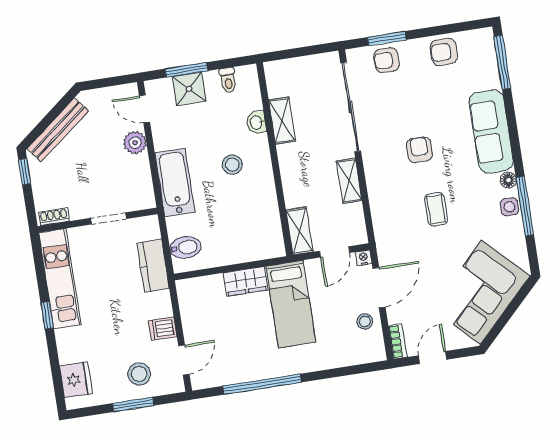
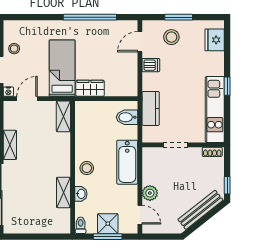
shelving: (282, 121) -> (64, 192), moved
washbasin: (257, 122) -> (81, 194), moved
wall: (275, 159) -> (73, 167), moved
shelving: (299, 231) -> (63, 116), moved

